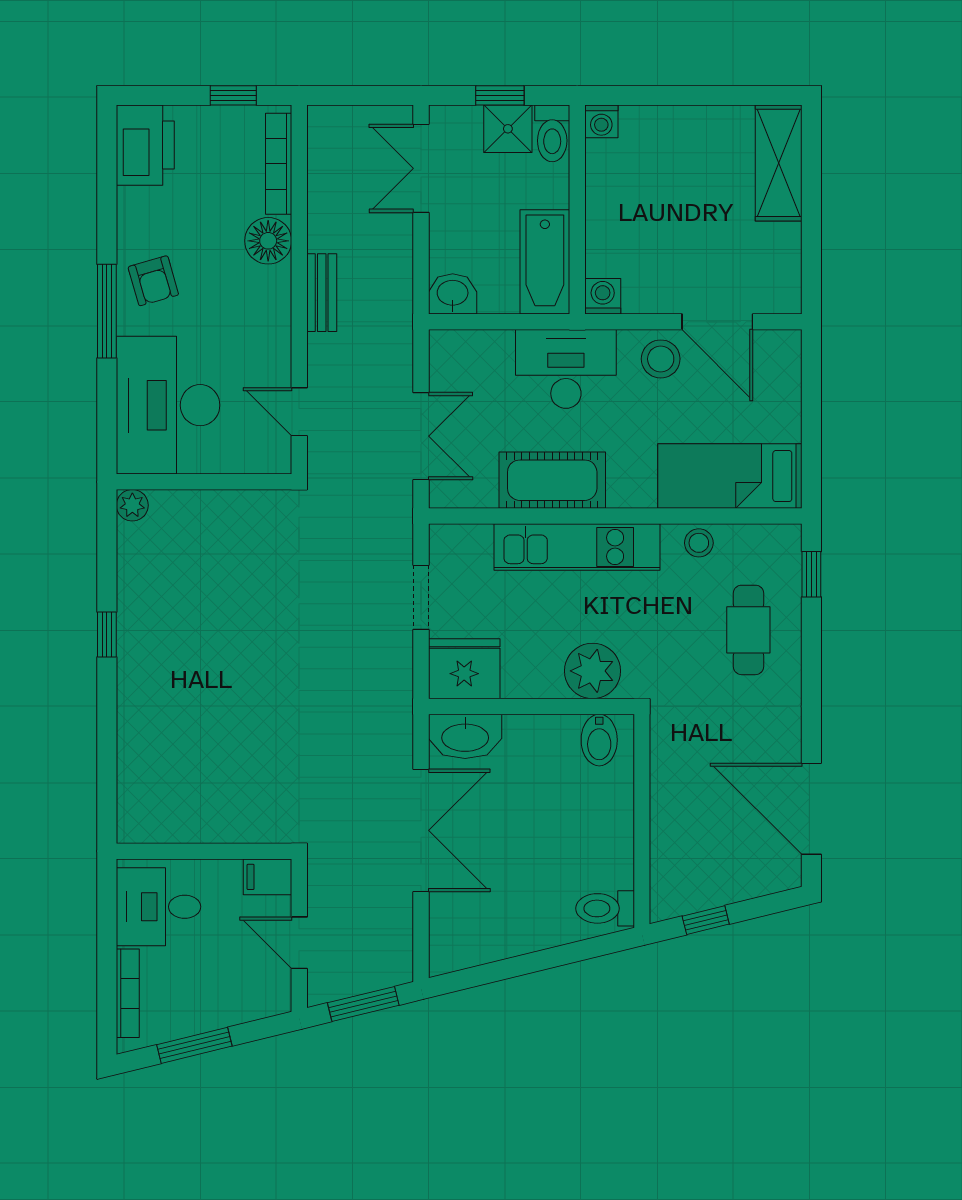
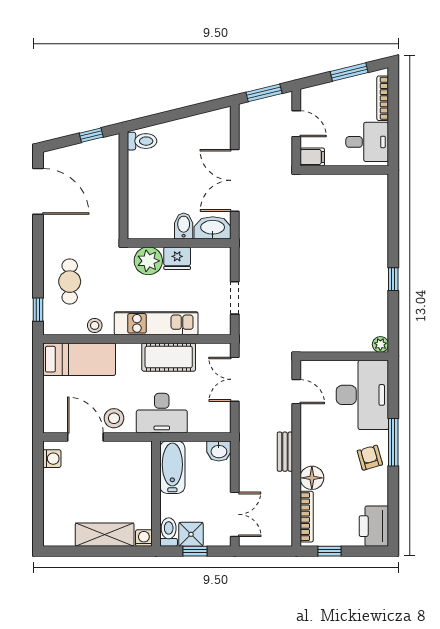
shelving: (779, 163) -> (105, 535), moved, turned 90
washing machine: (603, 296) -> (52, 459), moved, turned -90
fridge: (464, 669) -> (177, 258), moved, width x0.73, depth x0.75
bidet: (599, 740) -> (184, 226), moved

